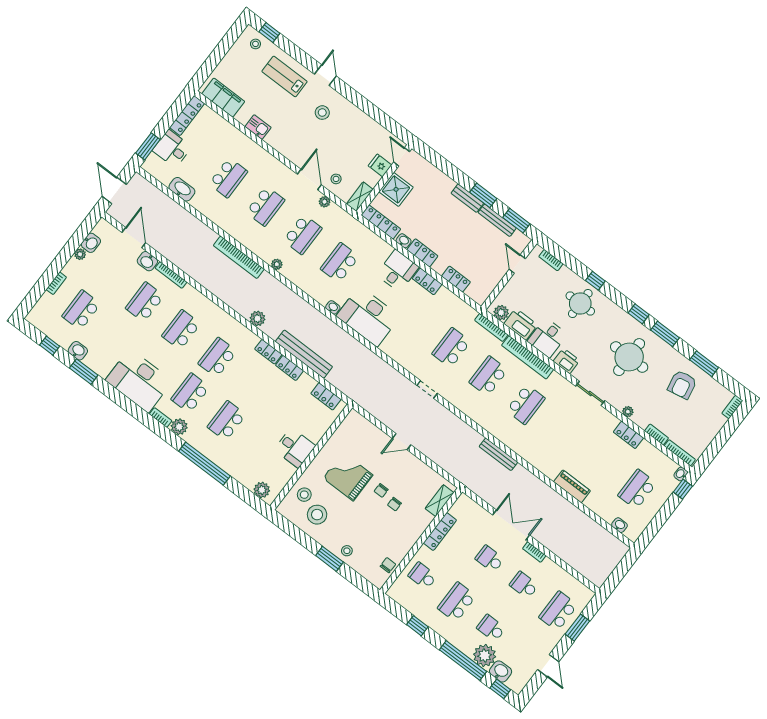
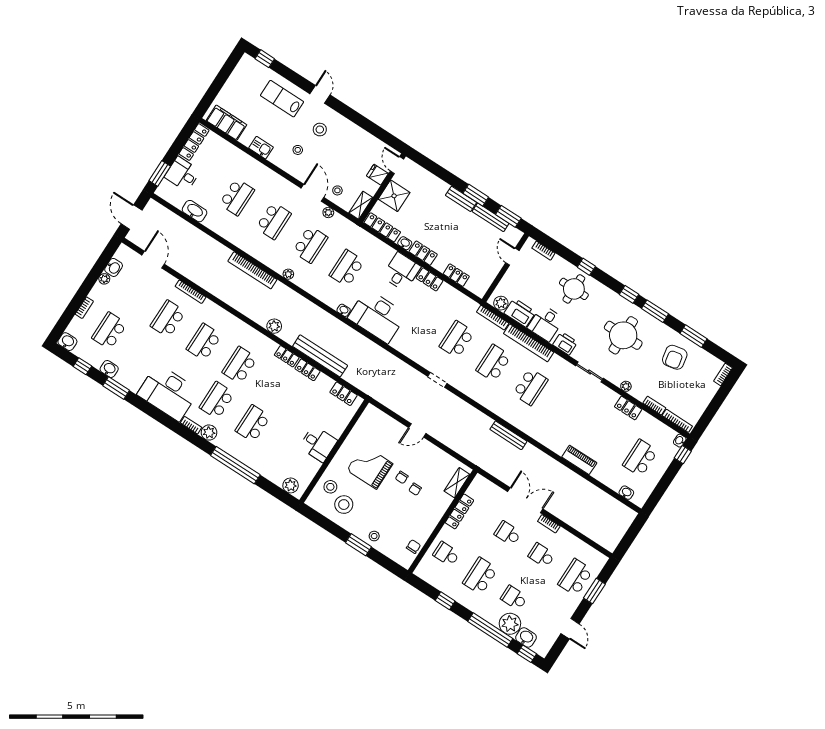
stool: (255, 44) -> (298, 150), moved
washbasin: (147, 261) -> (67, 342), moved, turned 180

